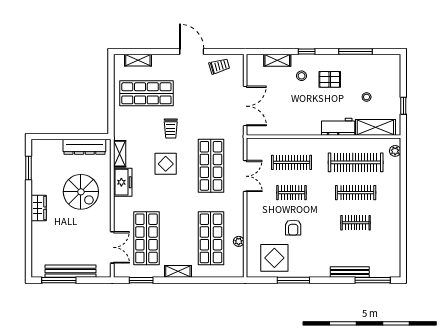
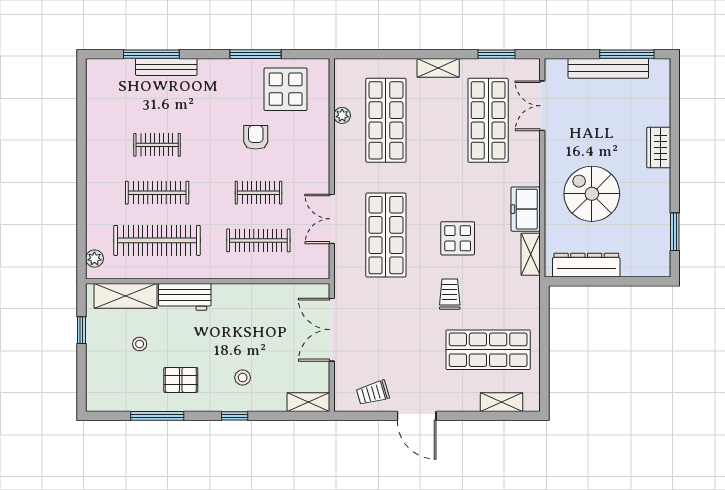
shelving: (277, 60) -> (308, 402), moved
pallet: (330, 79) -> (181, 380), moved
wardrobe: (39, 208) -> (659, 148), moved
window: (373, 280) -> (151, 54), moved

